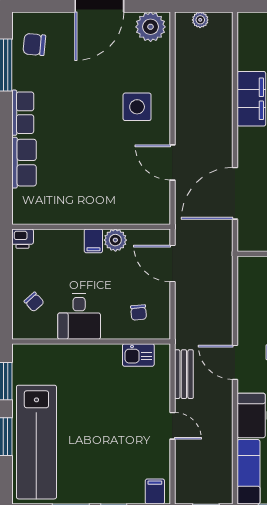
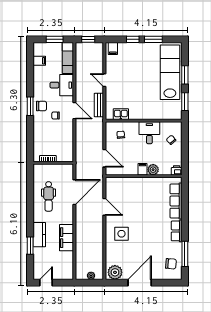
row of seats: (24, 163) -> (176, 201), width x1.48
plant: (115, 240) -> (153, 170), moved

